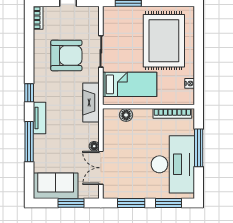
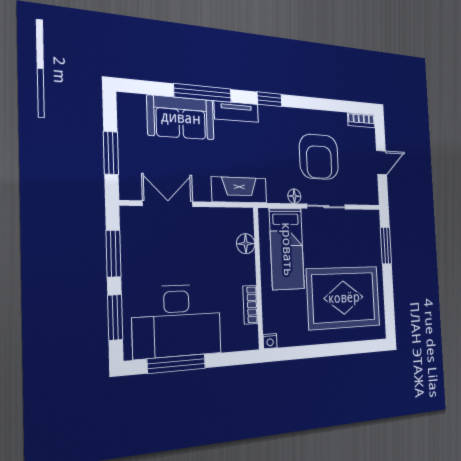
nightstand: (190, 83) -> (270, 341), moved
fireplace: (91, 103) -> (239, 190), moved
bookcase: (172, 113) -> (250, 305), width x0.64
floor lamp: (94, 146) -> (294, 196), moved
window: (199, 148) -> (177, 364), moved
sofa: (56, 186) -> (181, 118), moved, turned 90

